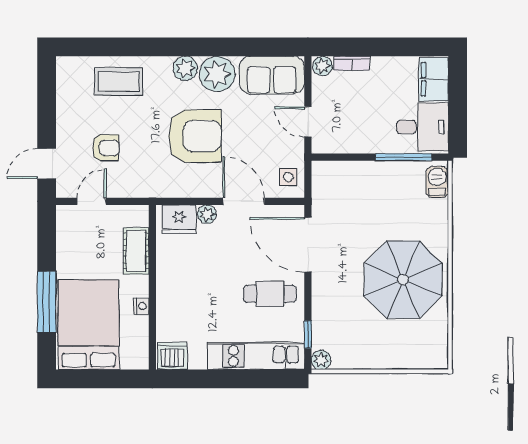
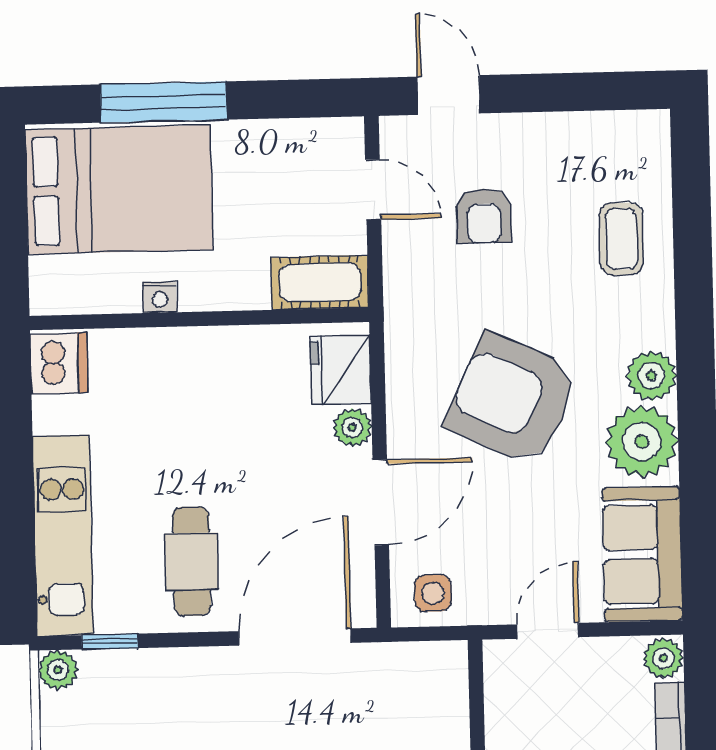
coffee table: (119, 81) -> (621, 239), width x0.73, depth x0.77
armchair: (195, 136) -> (513, 399), turned 115
cot: (136, 251) -> (320, 282), moved

